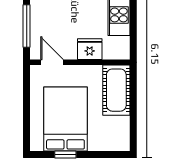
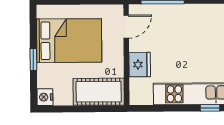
nightstand: (121, 143) -> (45, 97), added
window: (65, 155) -> (33, 60), moved

